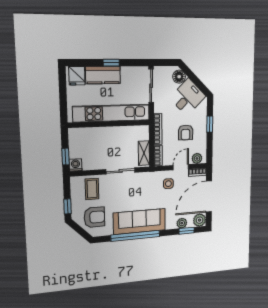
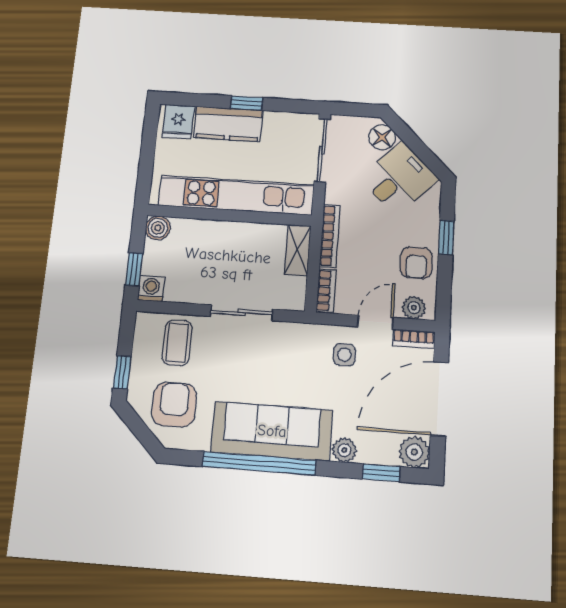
armchair: (186, 133) -> (416, 263), moved
boiler: (74, 134) -> (158, 228), added
shelving: (144, 153) -> (298, 250), moved
armchair: (94, 217) -> (174, 405), turned -90
plant: (182, 223) -> (344, 450), moved

